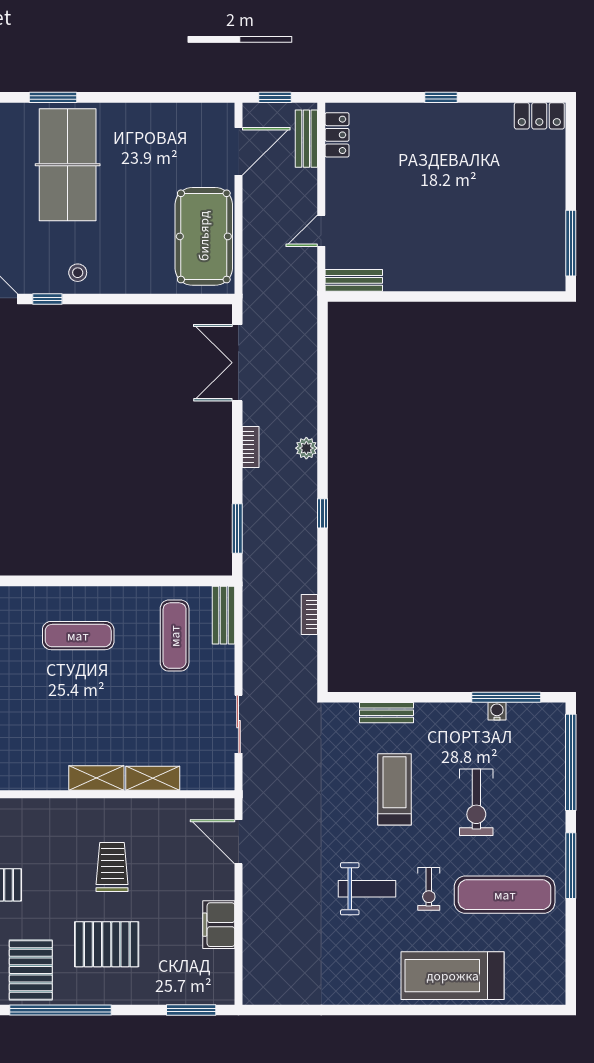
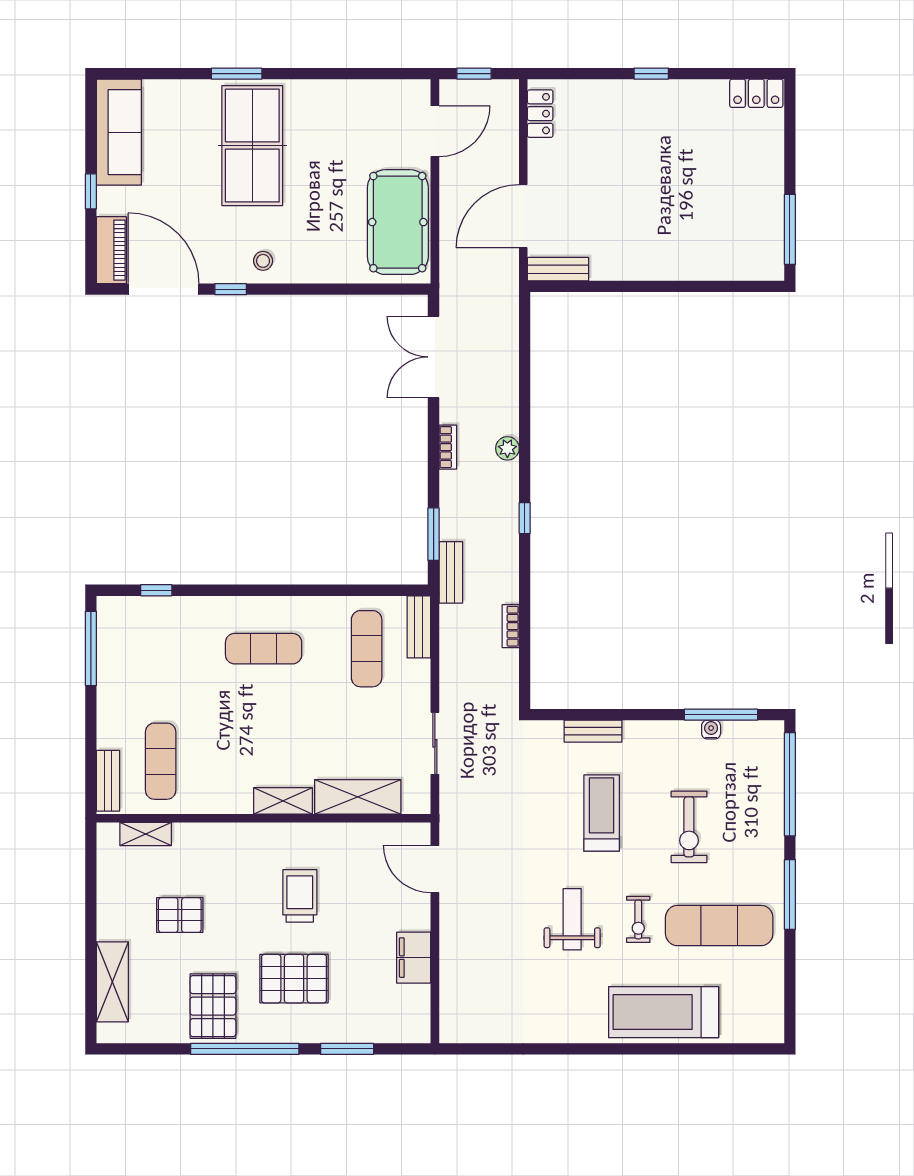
bench: (306, 139) -> (451, 572), moved
door: (321, 231) -> (523, 216), width x1.88
shelving: (153, 778) -> (358, 797), width x1.50, depth x1.33
weight bench: (367, 889) -> (572, 919), turned -90
window: (191, 1010) -> (347, 1049), moved

